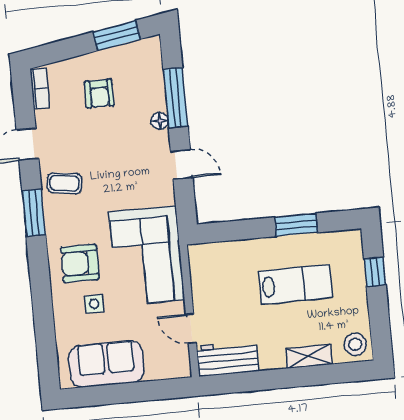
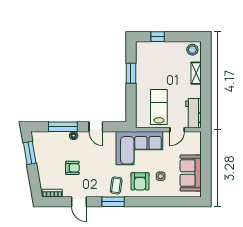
armchair: (99, 94) -> (72, 168), moved
door: (182, 164) -> (96, 127), swing flipped
coffee table: (65, 183) -> (116, 185), moved
lab bench: (296, 284) -> (159, 107), moved

